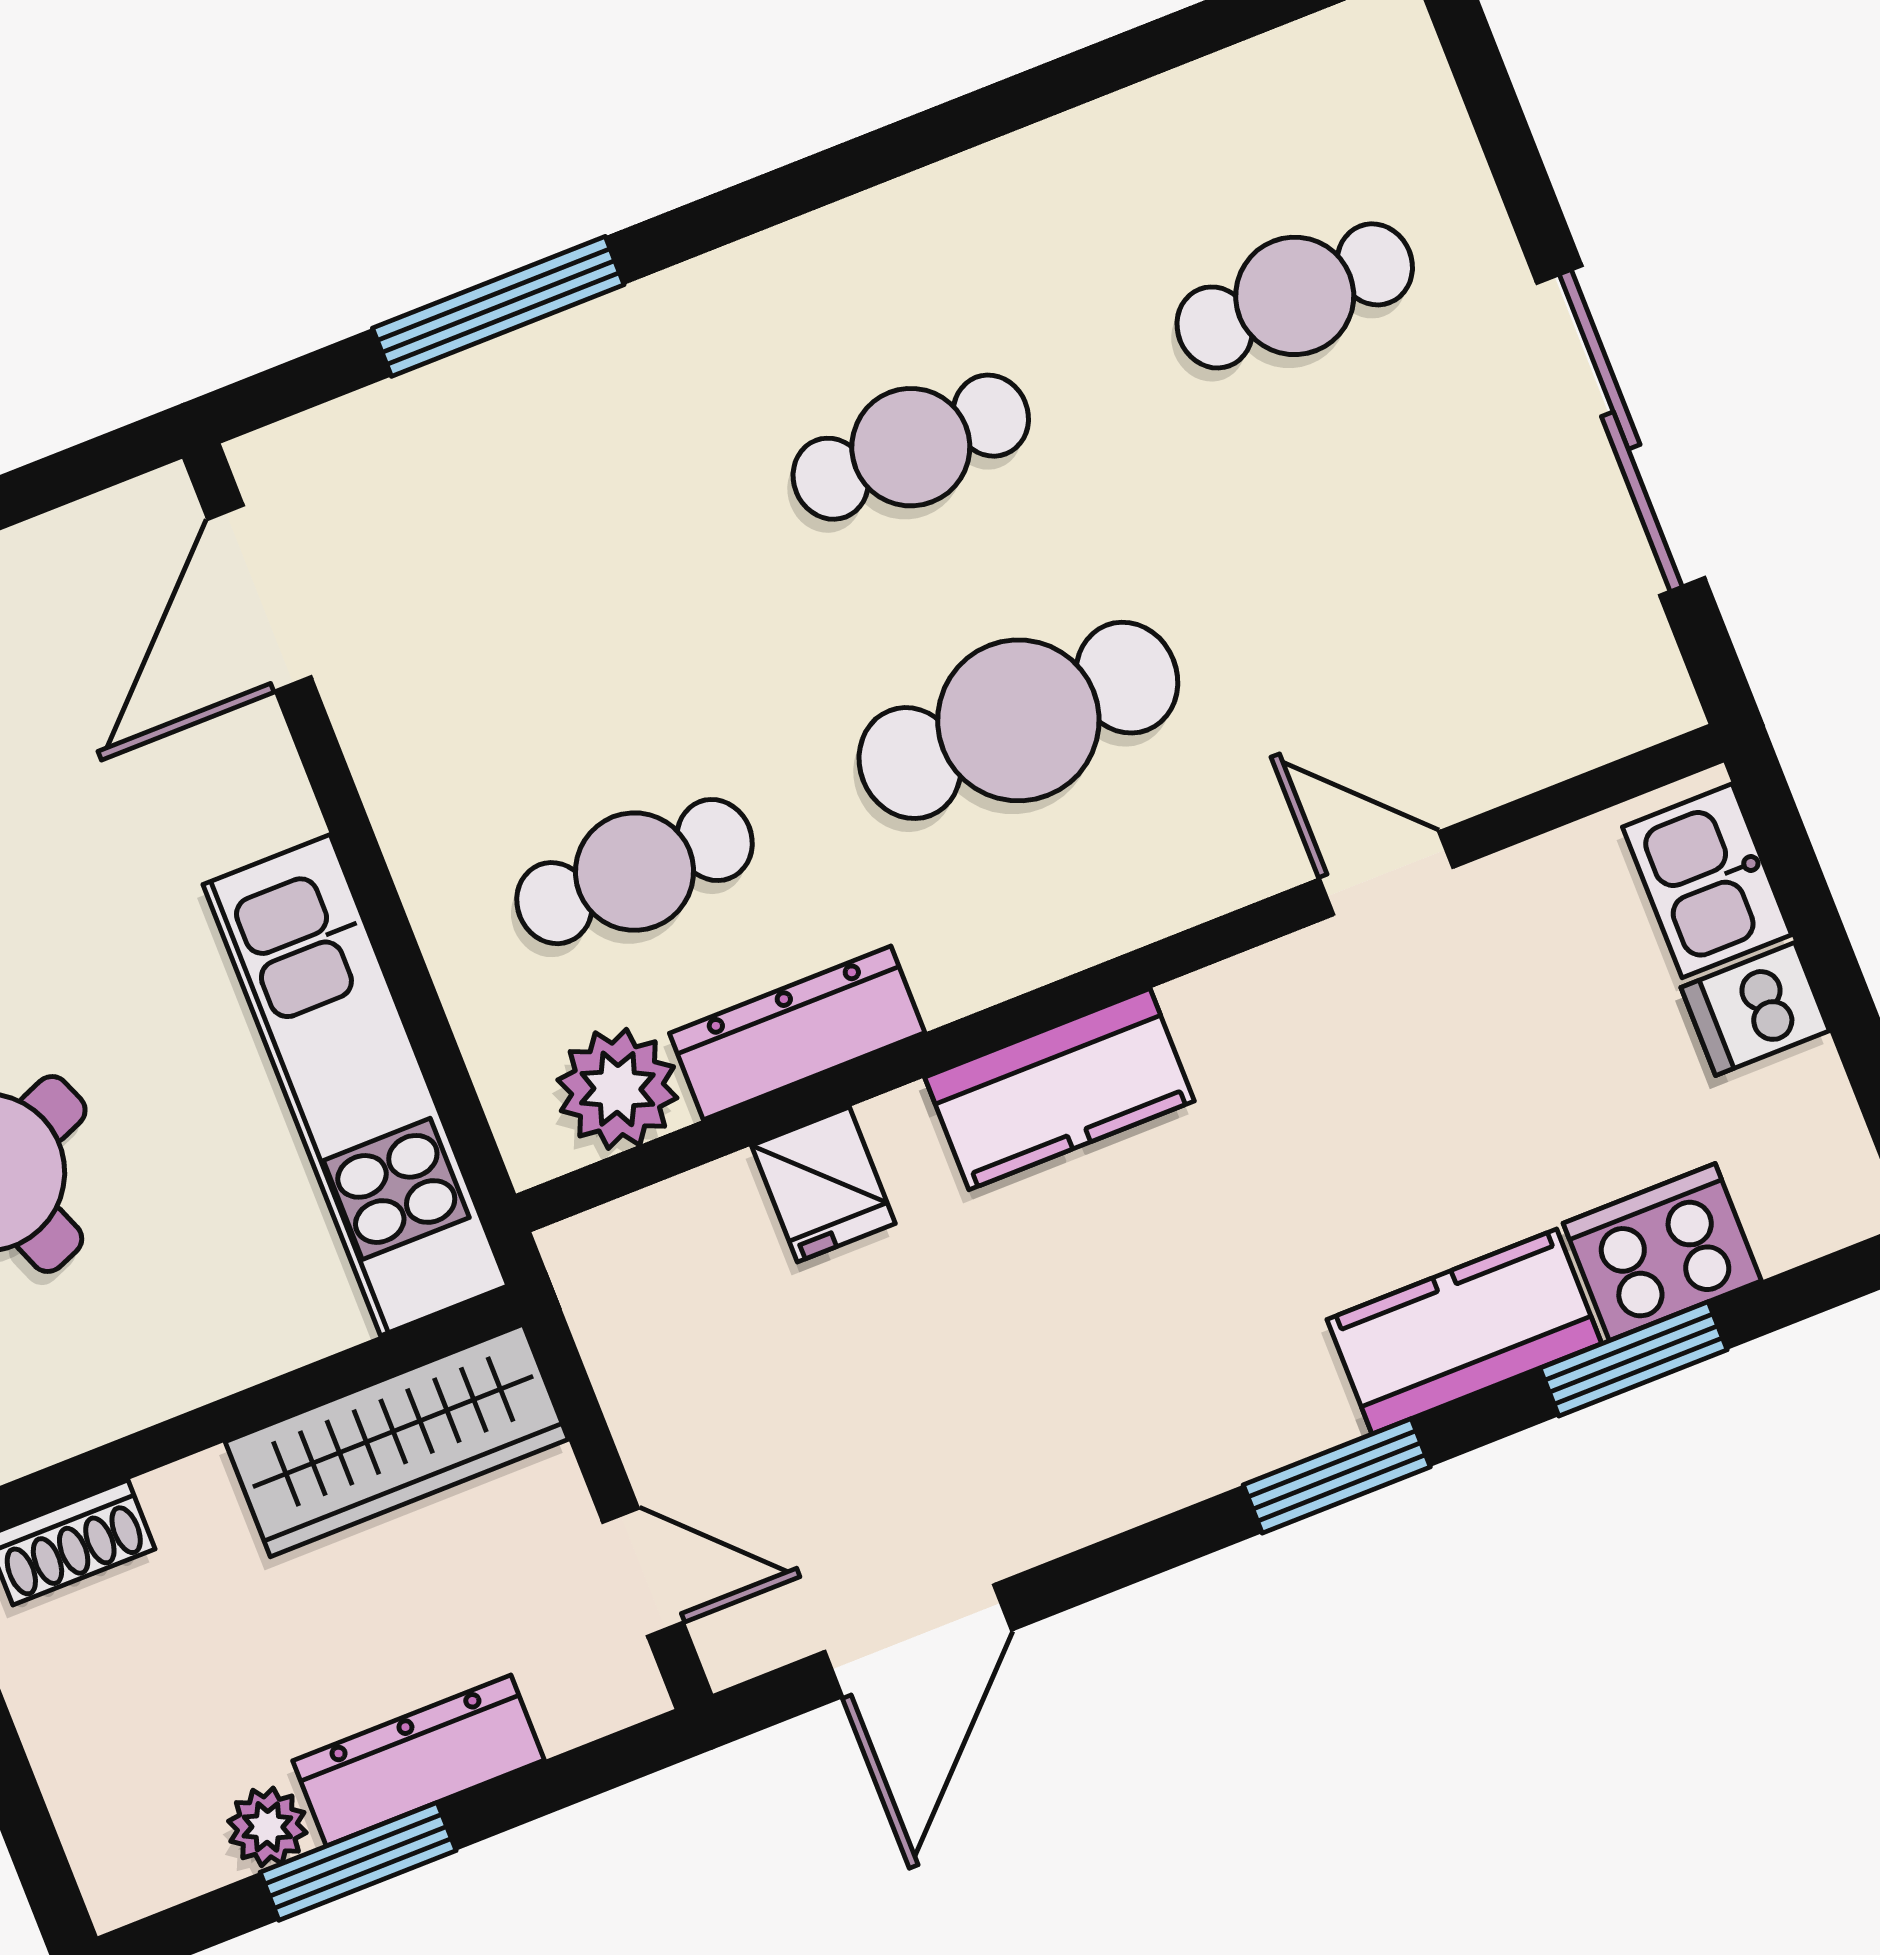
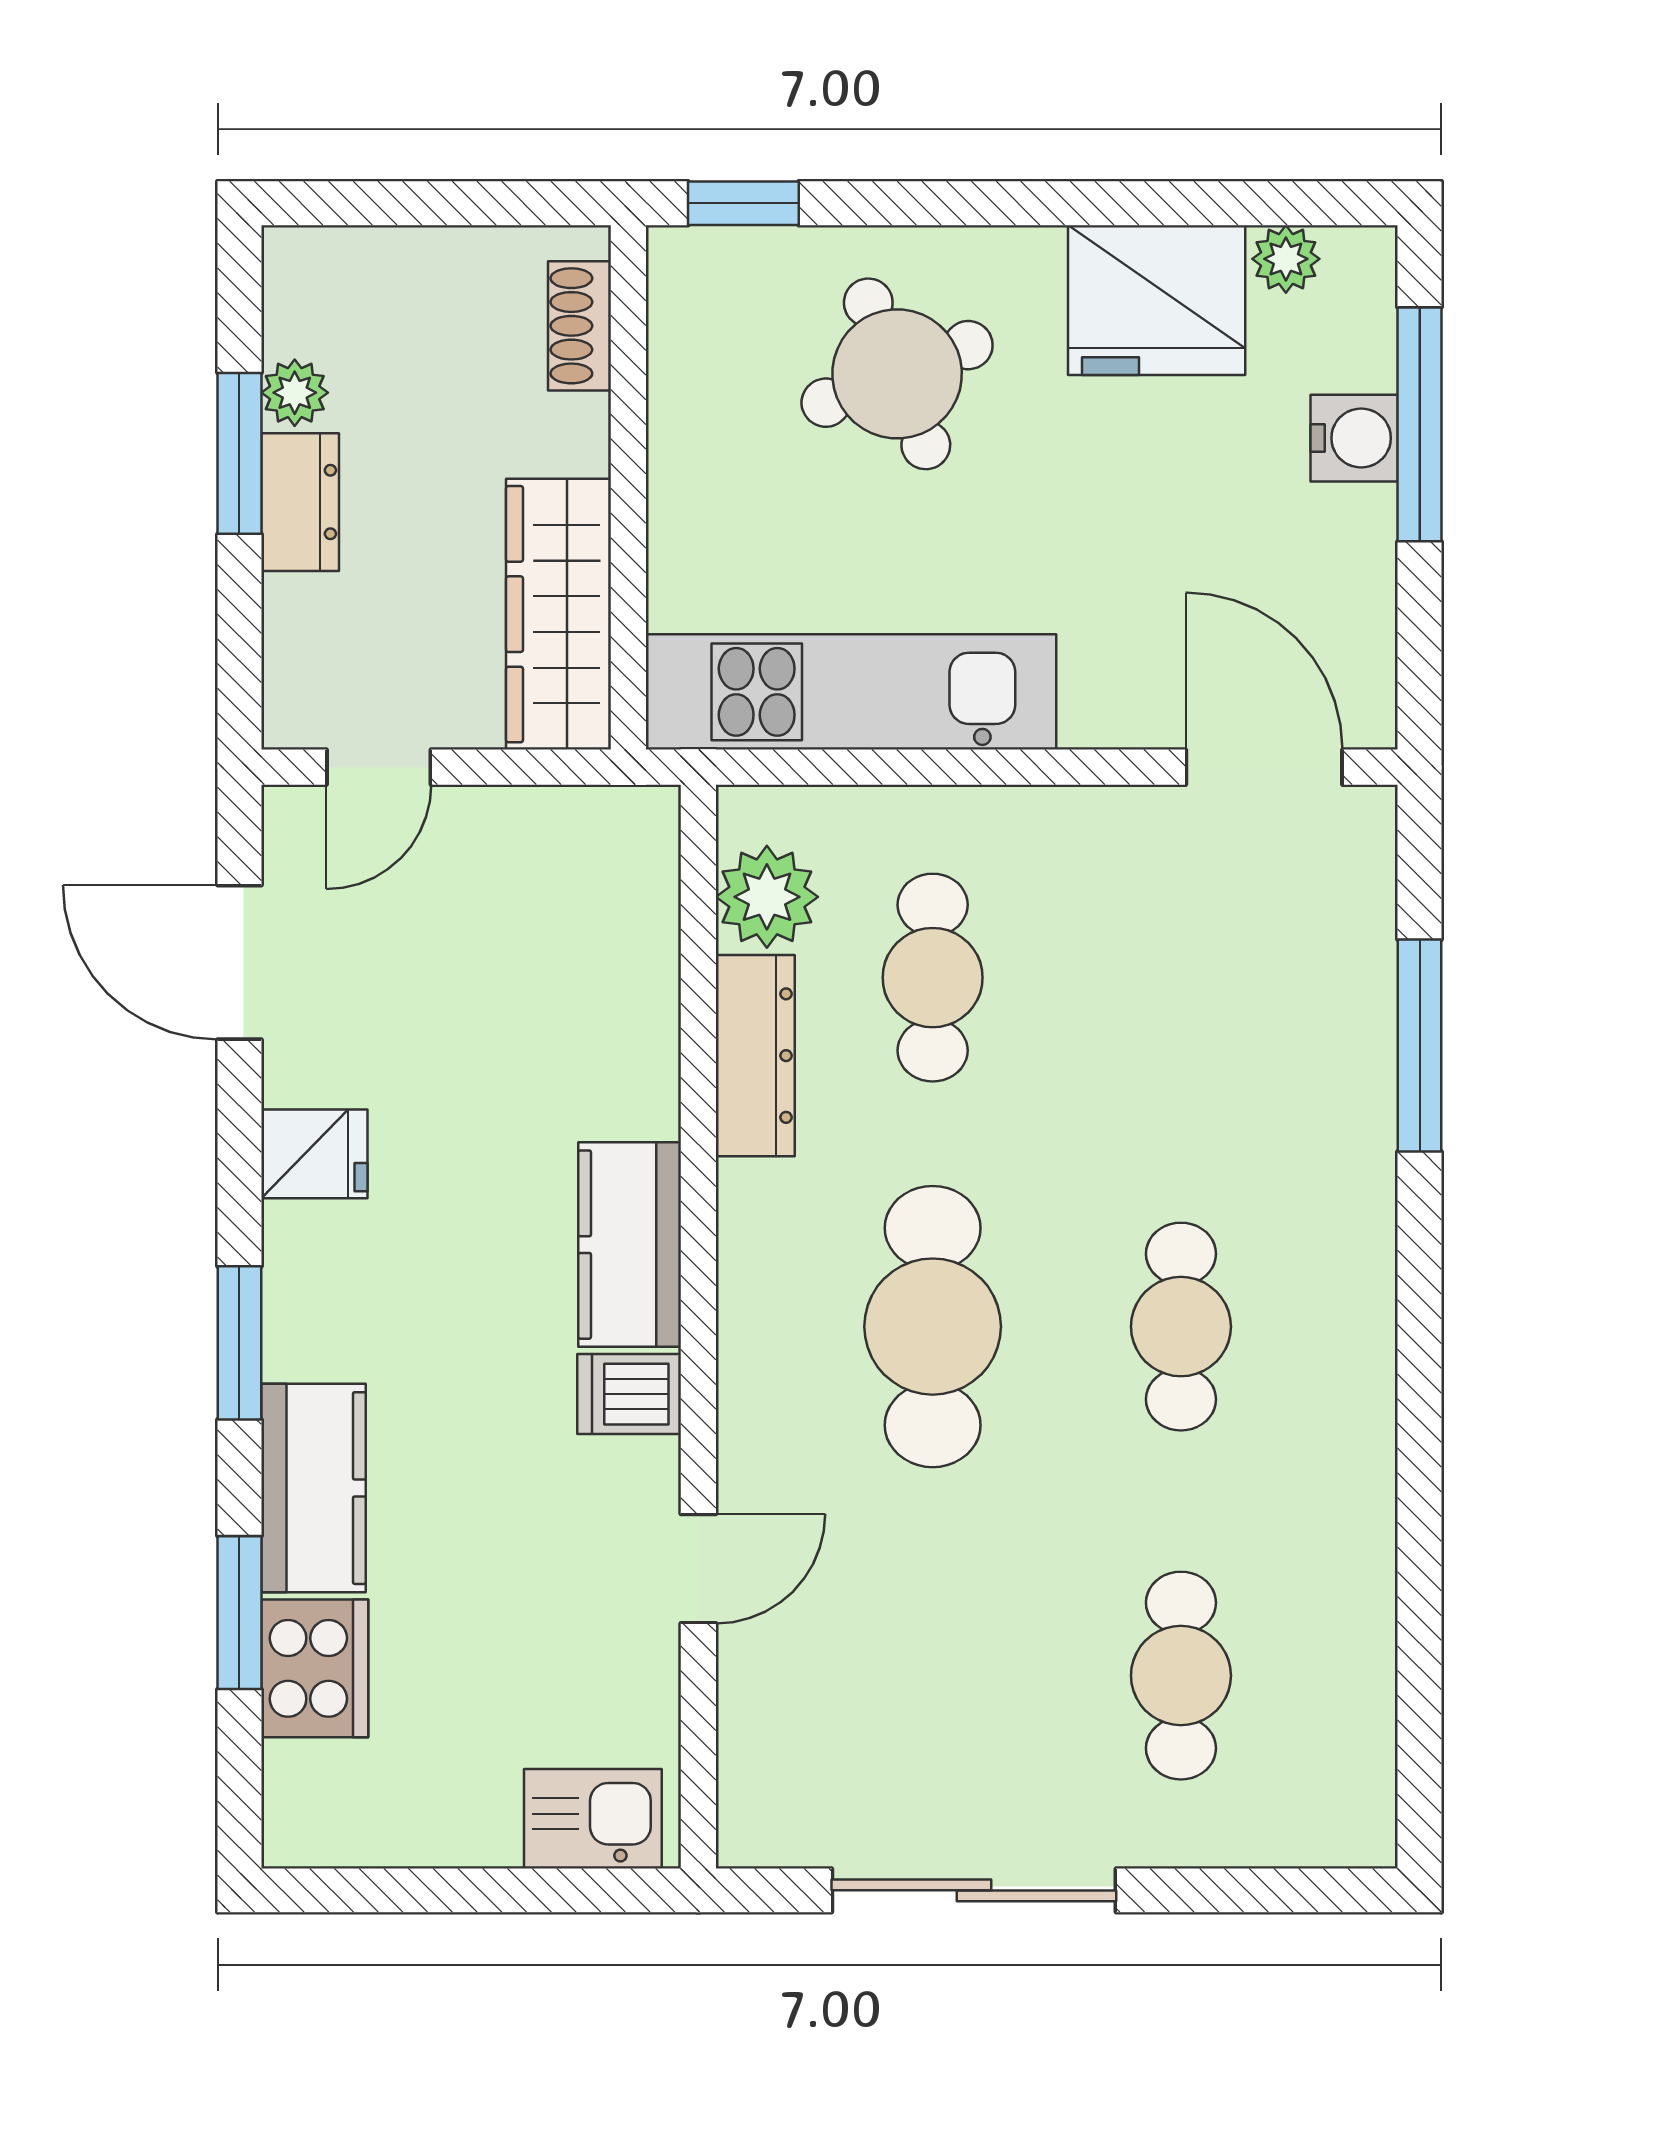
dishwasher: (1755, 1009) -> (629, 1394), moved, turned -90
fridge: (823, 1184) -> (314, 1154), moved, turned 180
dresser: (419, 1760) -> (300, 502), width x0.70

